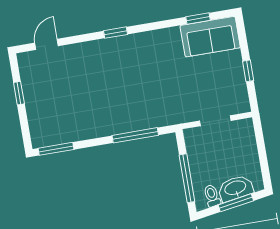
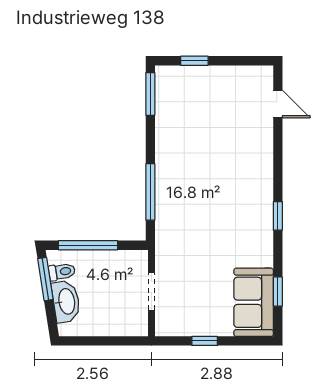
window: (116, 33) -> (278, 216), moved
window: (19, 93) -> (194, 61), moved
window: (236, 203) -> (45, 279), moved

